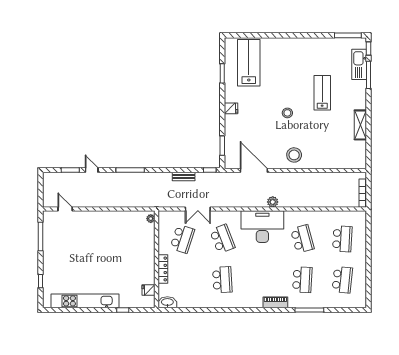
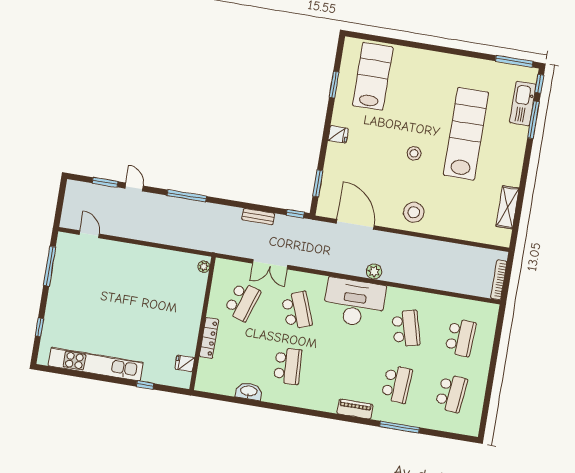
lab bench: (322, 93) -> (466, 134), width x1.86, depth x1.39
shelving: (360, 125) -> (508, 207), moved
washbasin: (167, 302) -> (249, 391), moved

